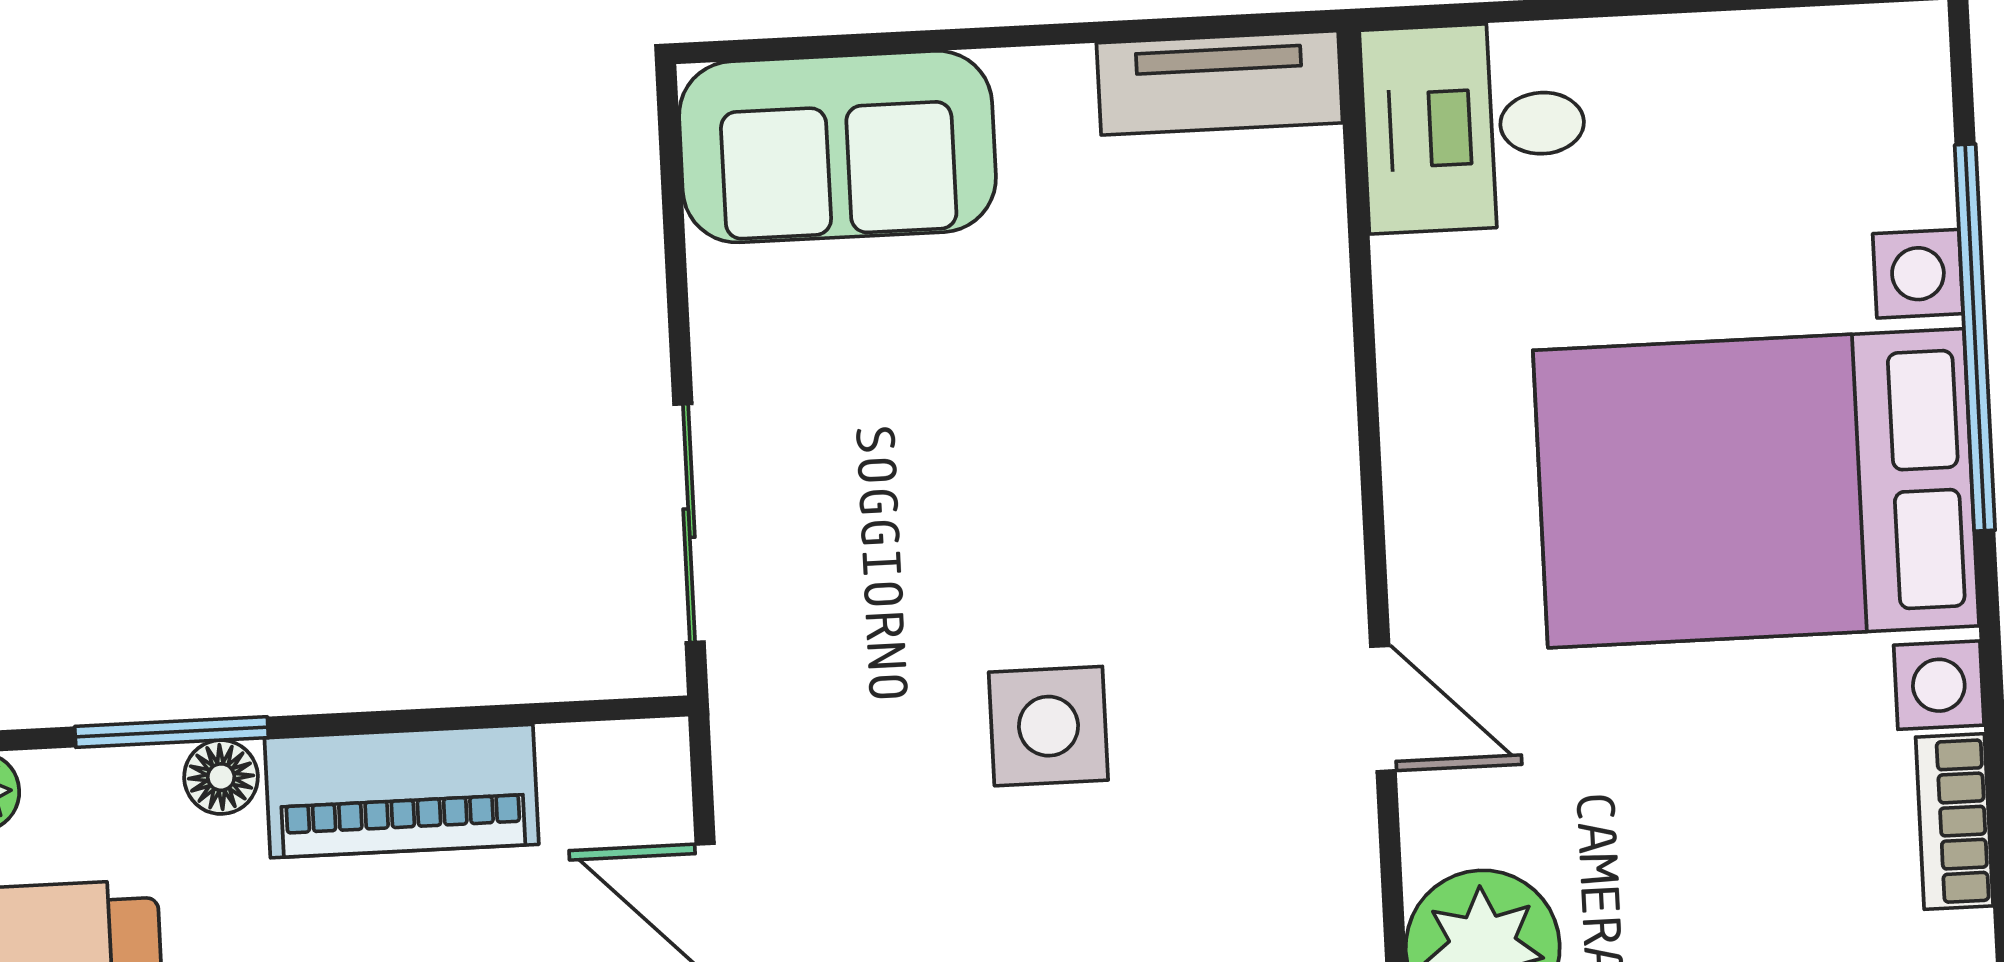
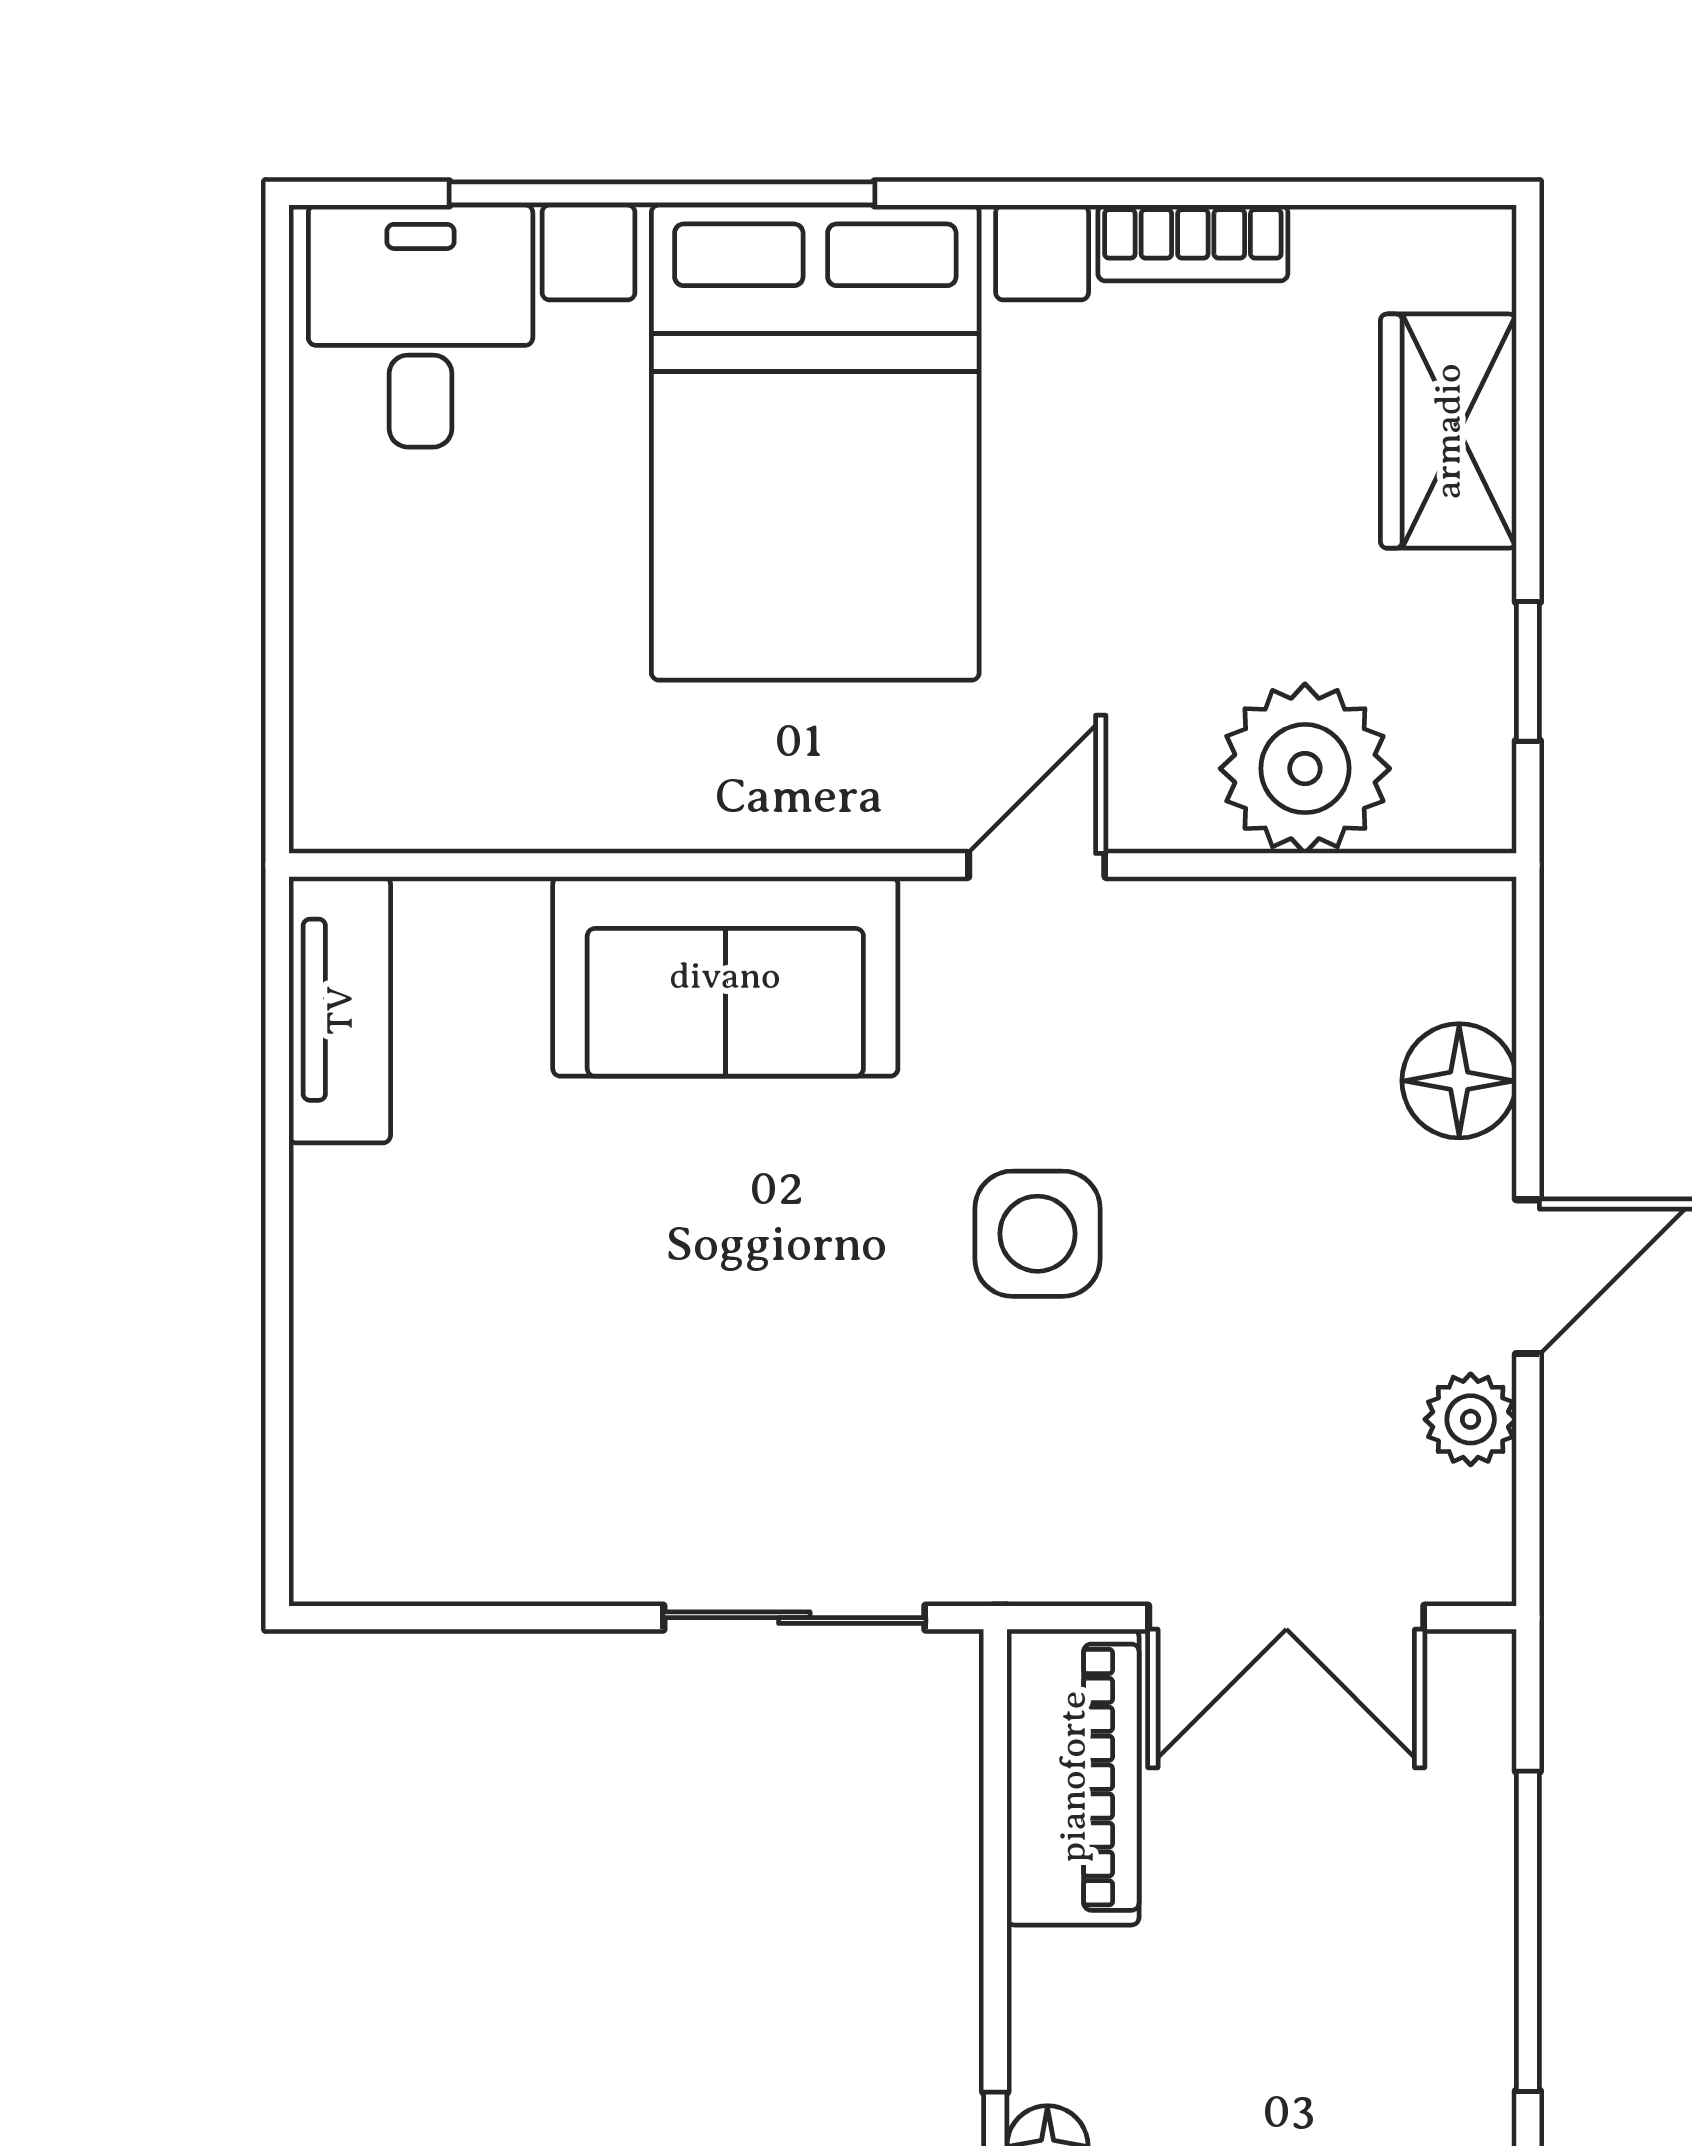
desk: (1474, 127) -> (421, 326), moved, turned 180
sofa: (837, 147) -> (725, 976), moved, turned 90
piano: (402, 791) -> (1073, 1777), moved

